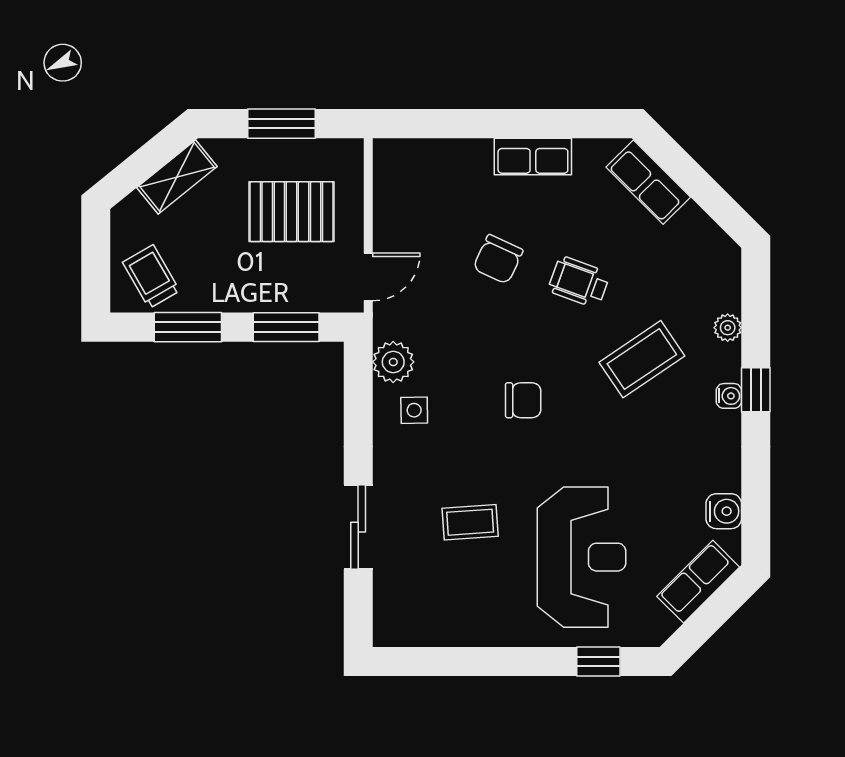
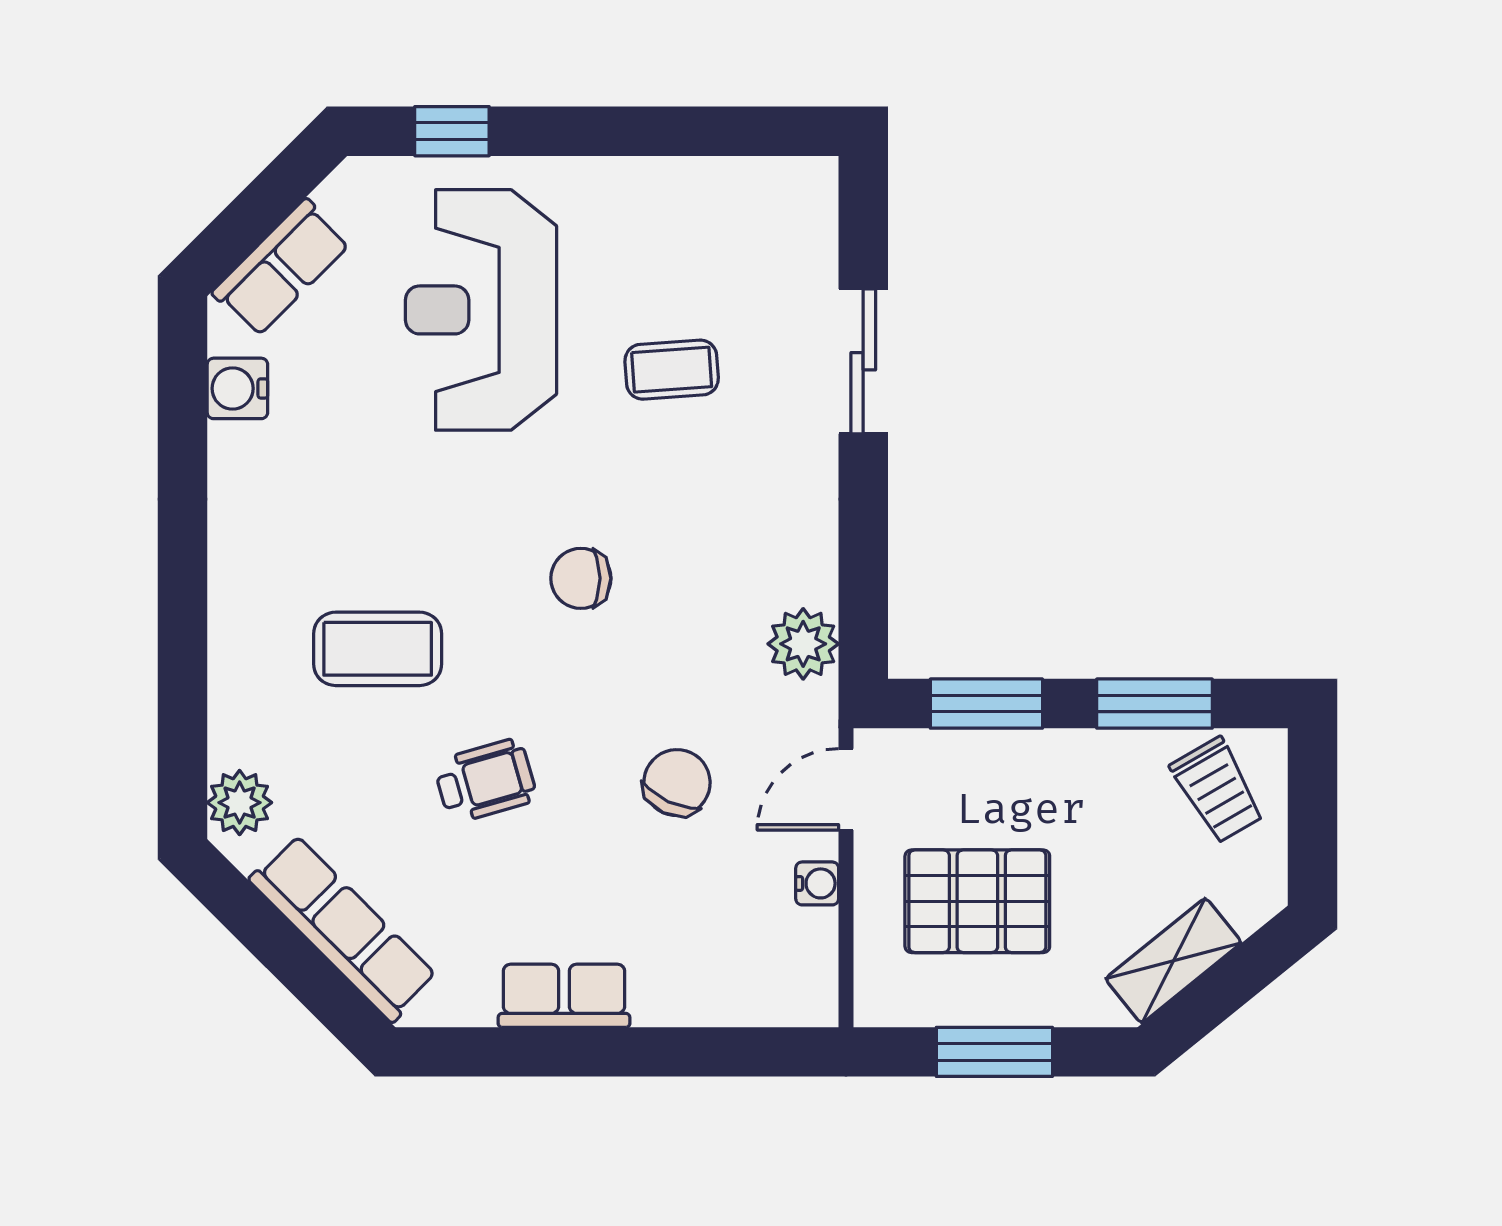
row of seats: (648, 182) -> (343, 928), width x1.48
chair: (498, 259) -> (677, 783), moved
wheelchair: (579, 282) -> (485, 781), turned -36
plant: (728, 328) -> (240, 803), moved, width x1.38, depth x1.38
coffee table: (642, 359) -> (378, 649), turned 34
window: (756, 390) -> (183, 596), removed
water cooler: (729, 396) -> (817, 883), moved, turned 180
side table: (414, 410) -> (767, 561), removed

